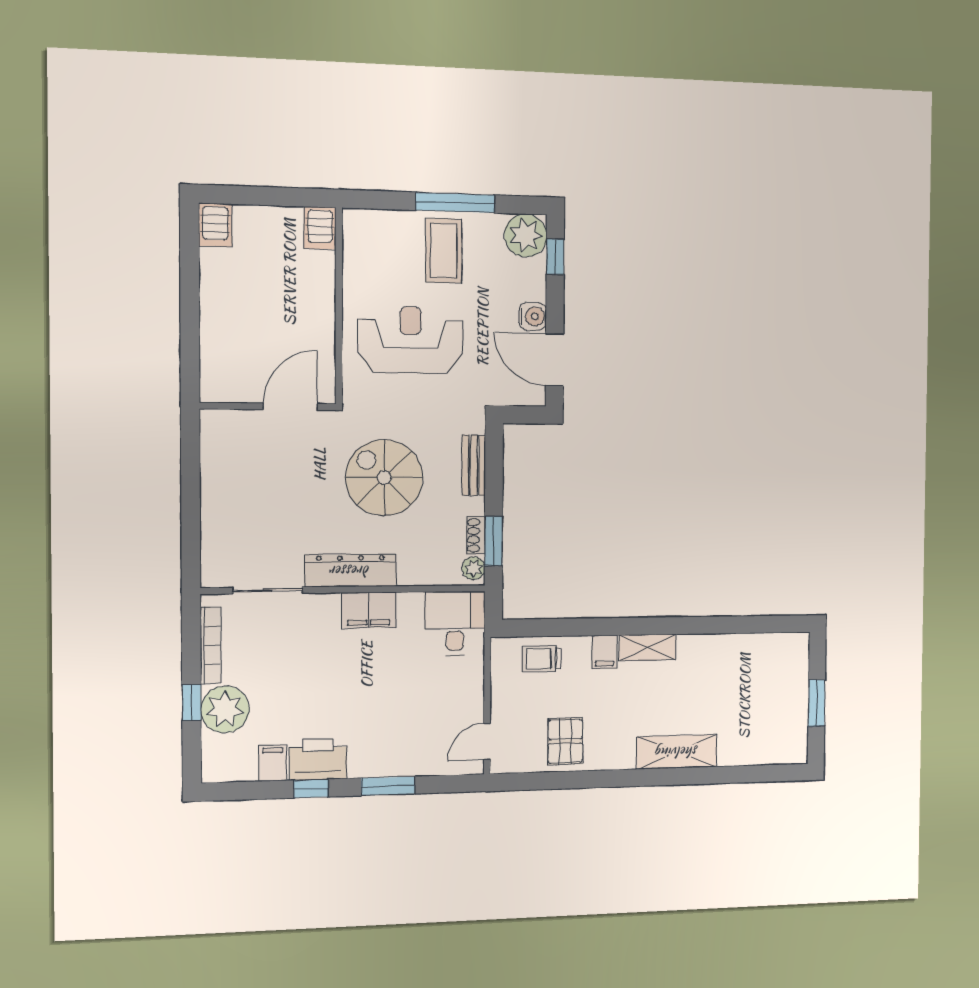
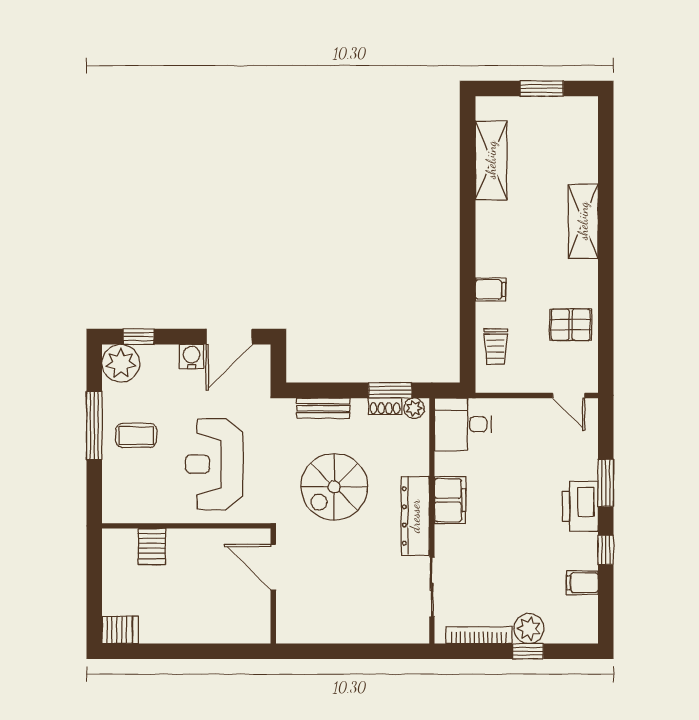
server rack: (320, 228) -> (152, 546), moved, turned 90
coffee table: (444, 251) -> (136, 435), width x0.73, depth x0.77
shelving: (647, 647) -> (491, 160), moved, width x1.50, depth x1.33
plant: (225, 709) -> (529, 629), width x0.73, depth x0.73
printer: (318, 759) -> (580, 506), moved

